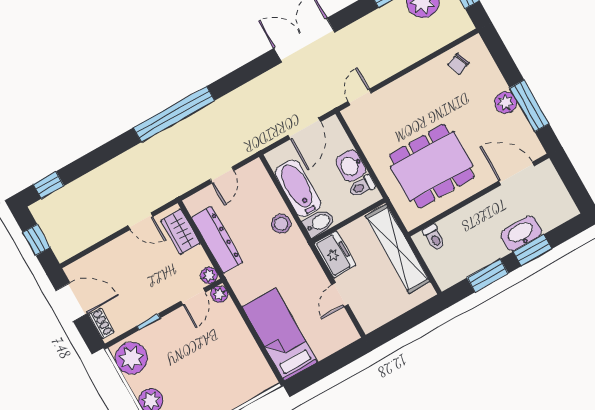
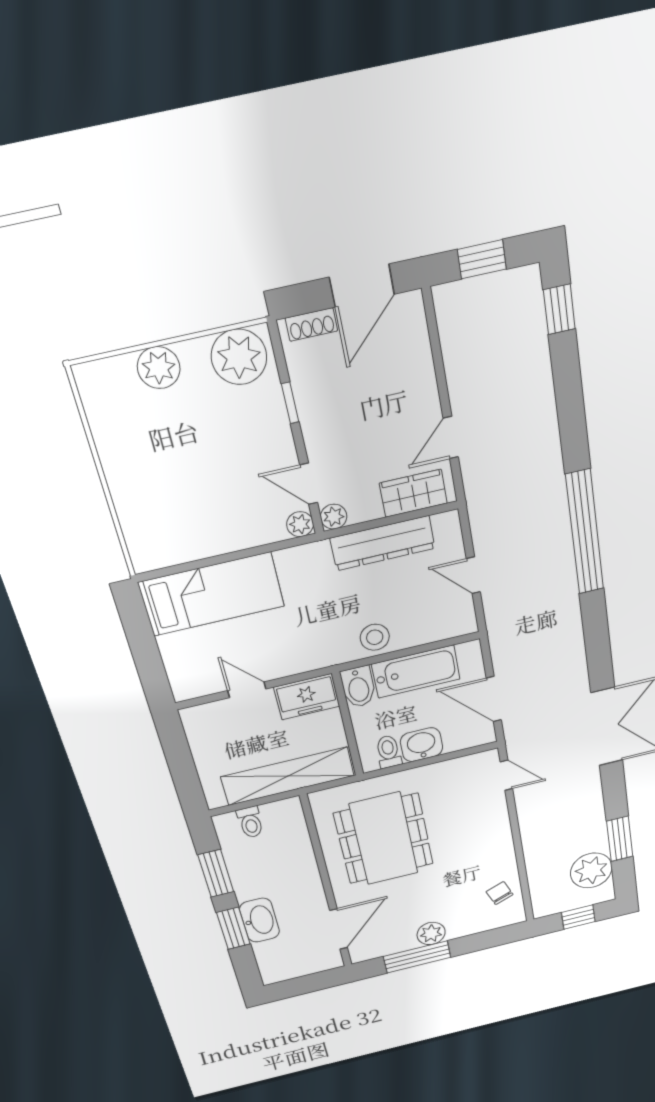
toilet: (434, 237) -> (250, 822), moved, turned -90

